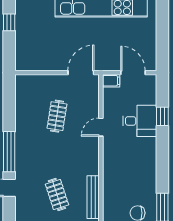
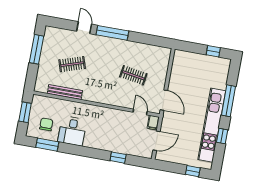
window: (162, 21) -> (193, 171), added
desk: (140, 121) -> (72, 131), moved
door: (101, 127) -> (140, 112), moved

